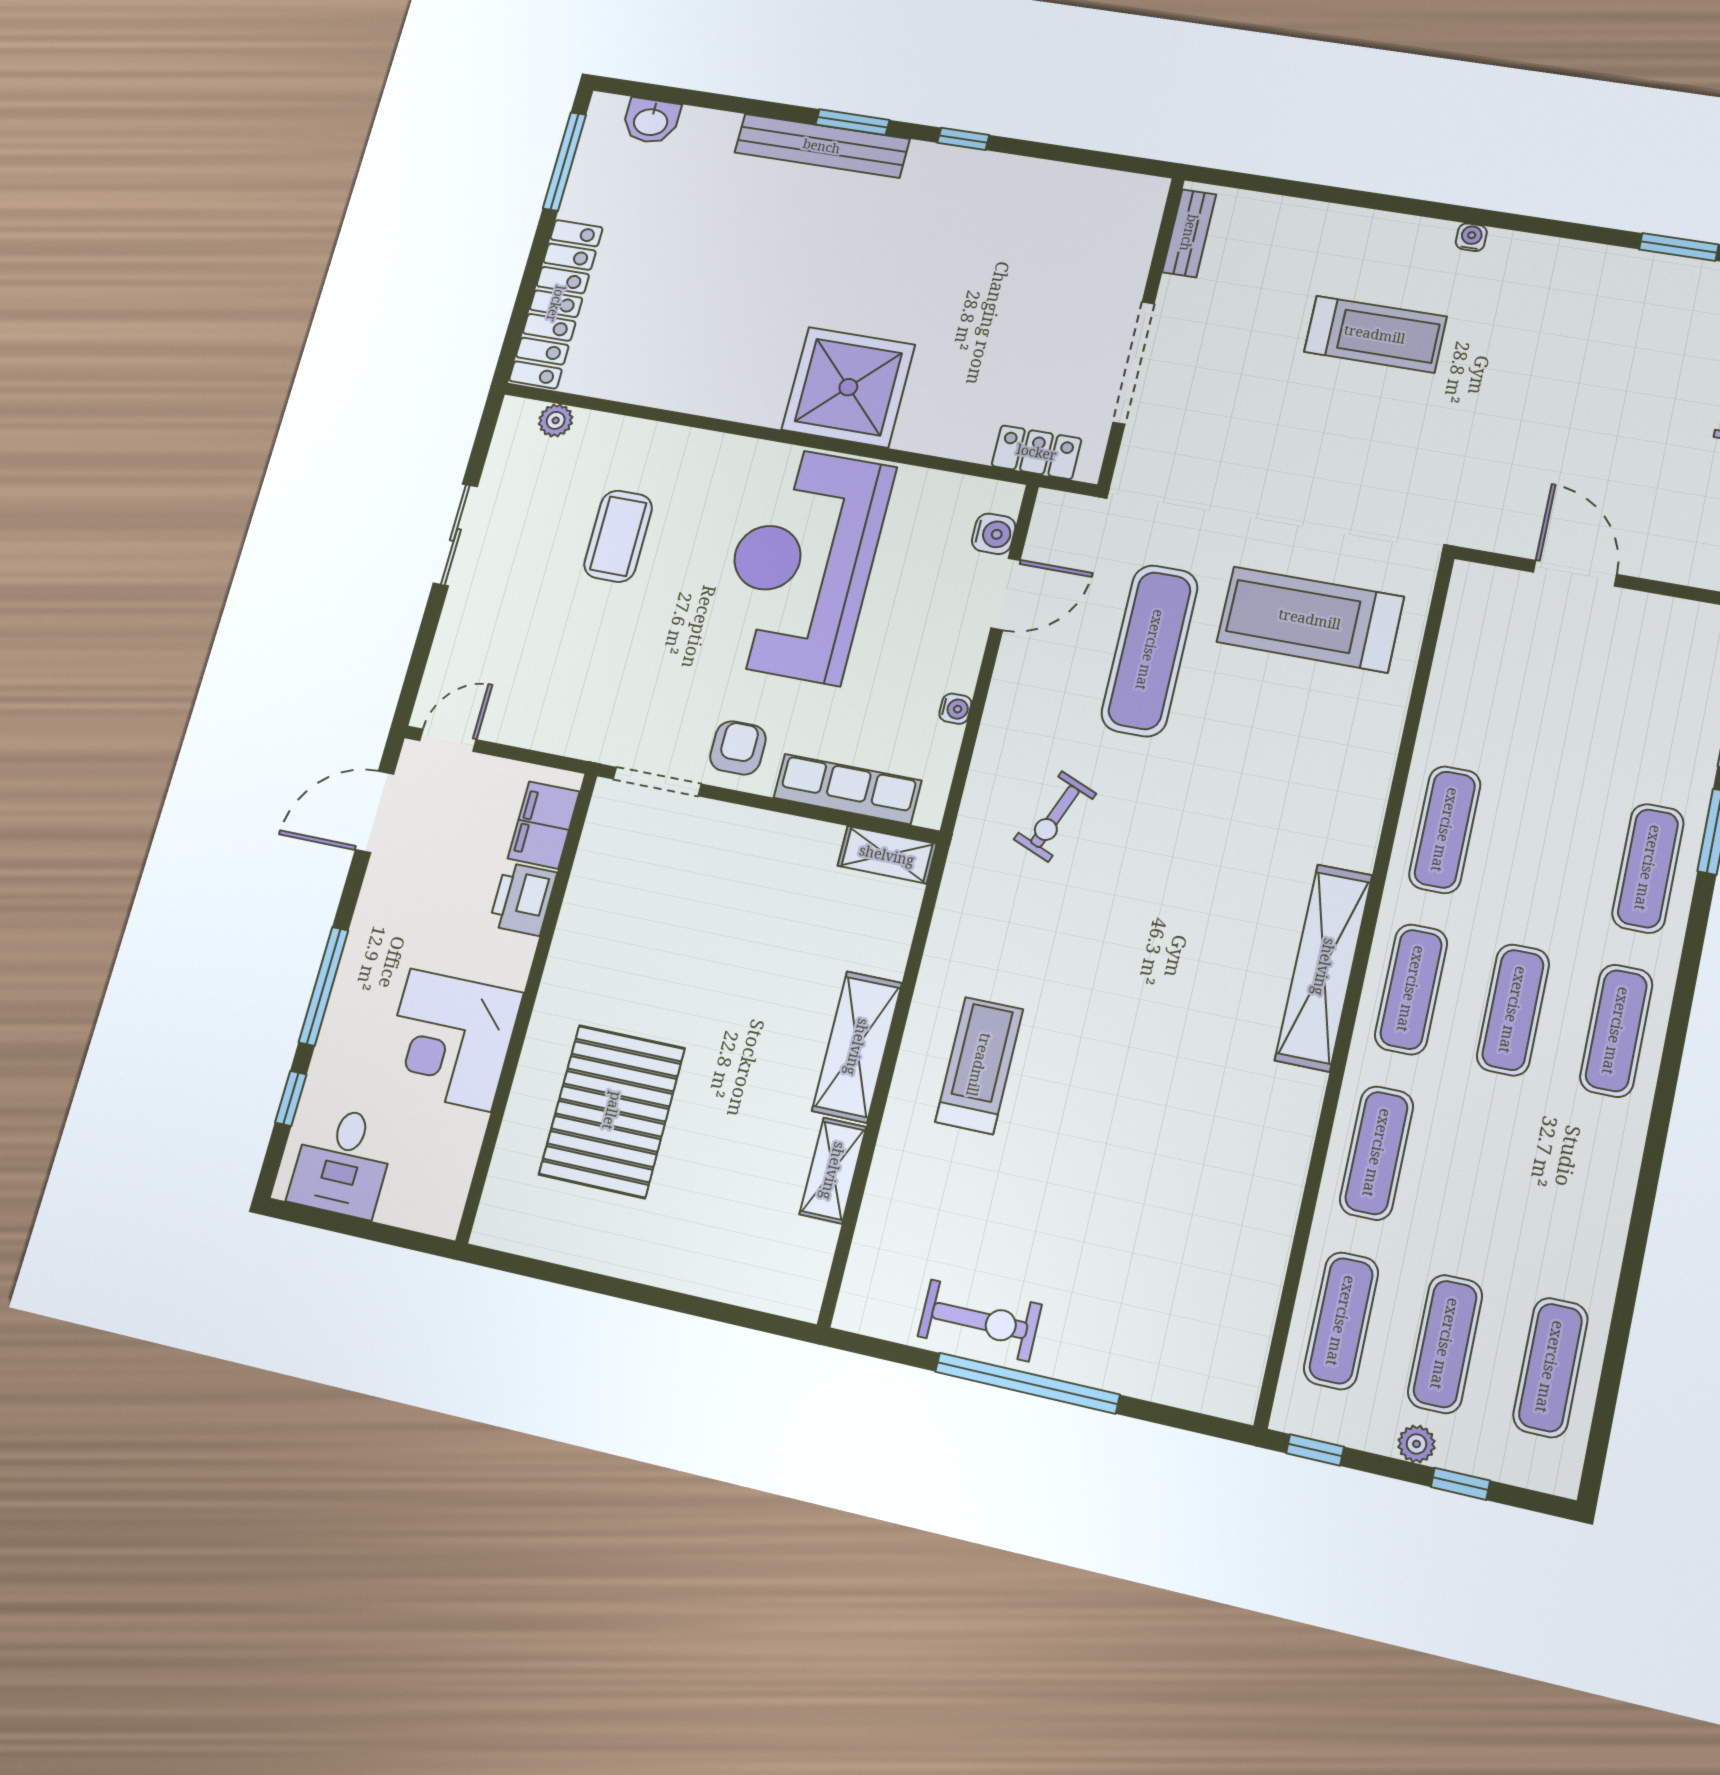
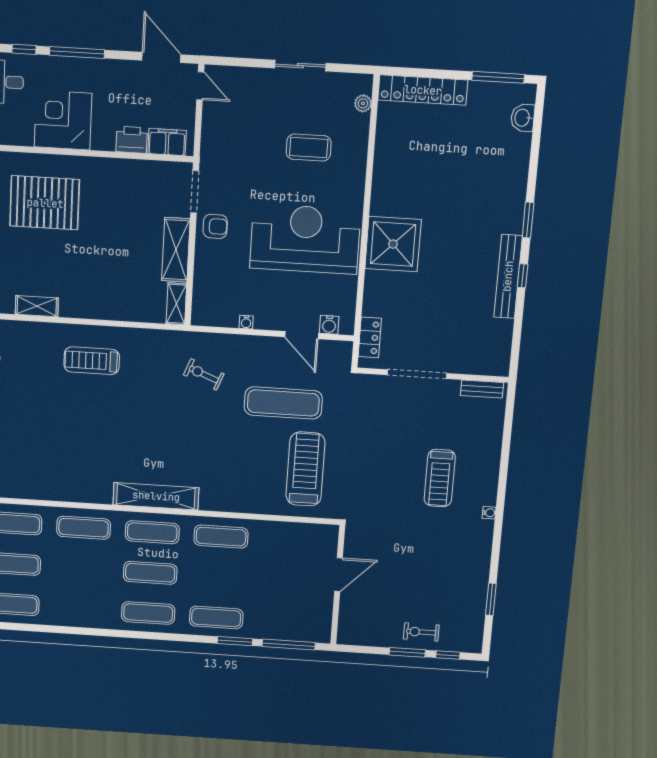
bench: (822, 146) -> (508, 276), moved
row of seats: (847, 789) -> (203, 280), removed
shelving: (857, 1047) -> (176, 250), moved, turned 90
treadmill: (979, 1065) -> (92, 361), turned 180

